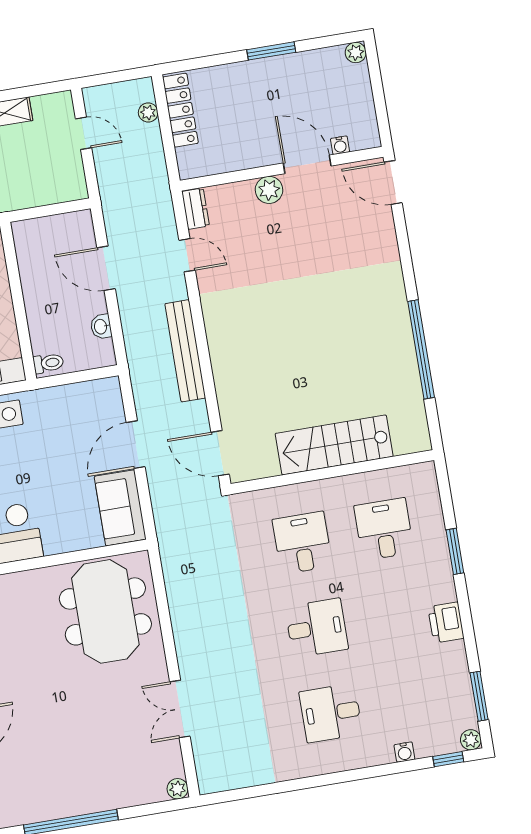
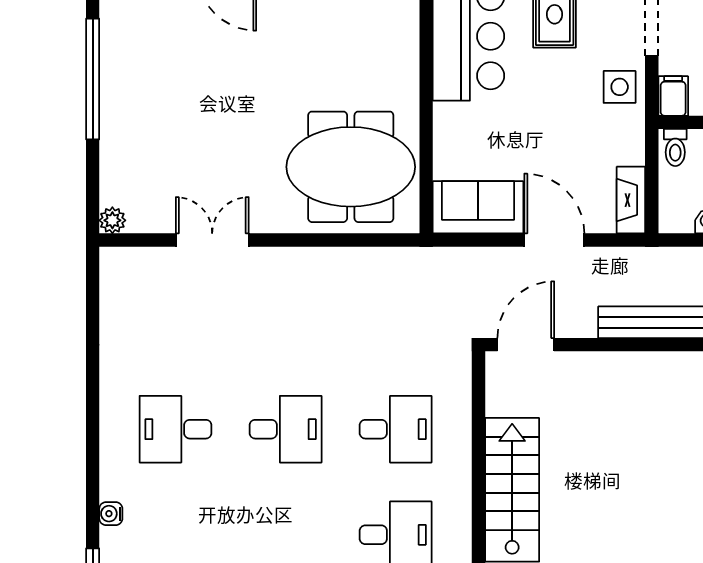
fireplace: (95, 391) -> (631, 200), added
desk: (317, 628) -> (286, 429), turned -90
desk: (331, 713) -> (176, 429), turned -90

